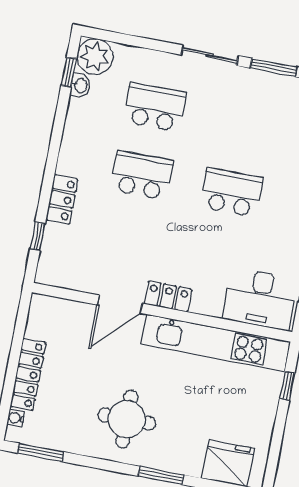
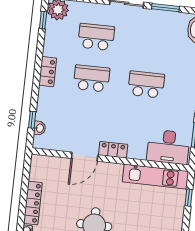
washbasin: (80, 86) -> (40, 128), moved
locker: (62, 199) -> (48, 72), moved
kitchen unit: (216, 343) -> (155, 177), width x0.73

